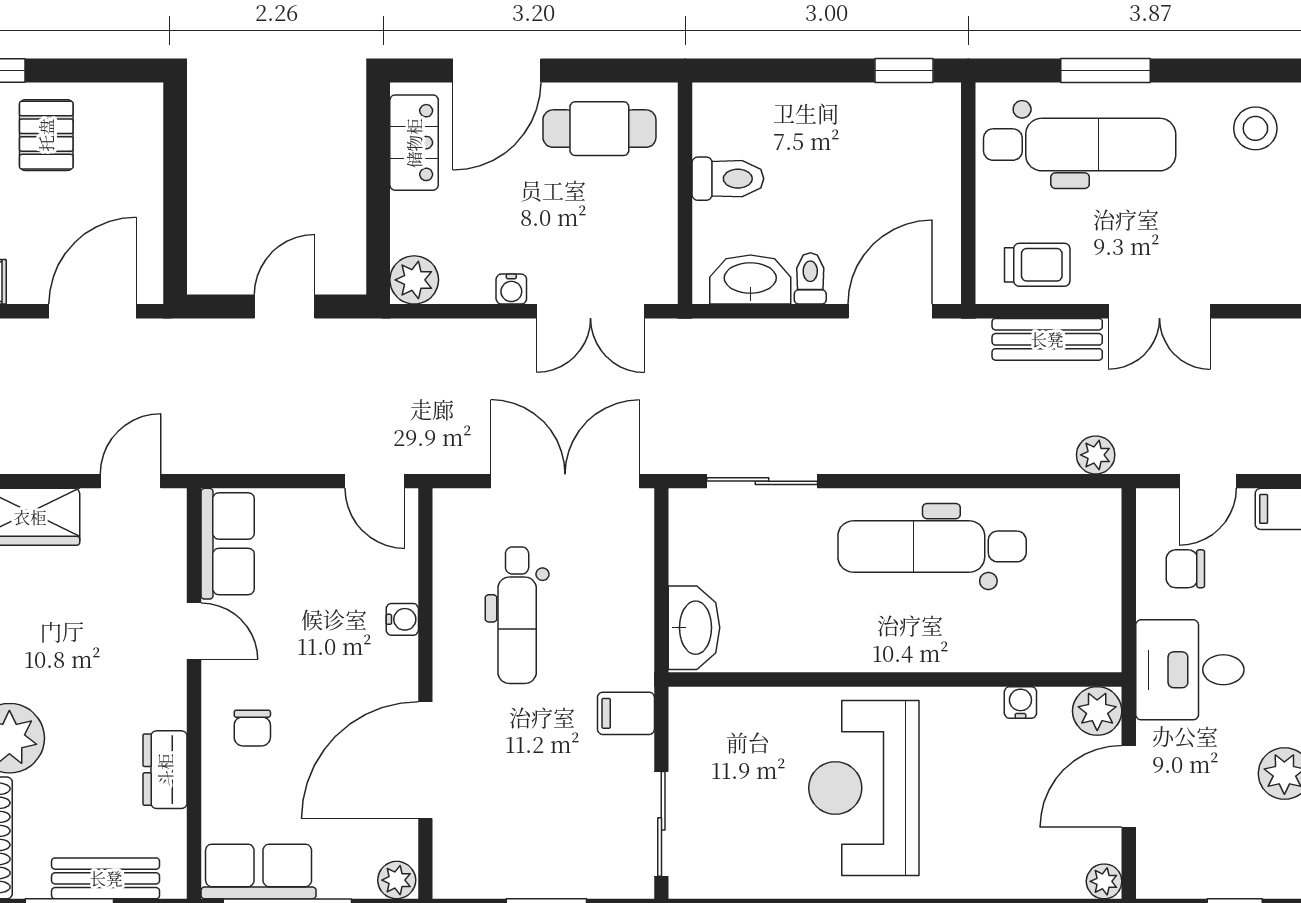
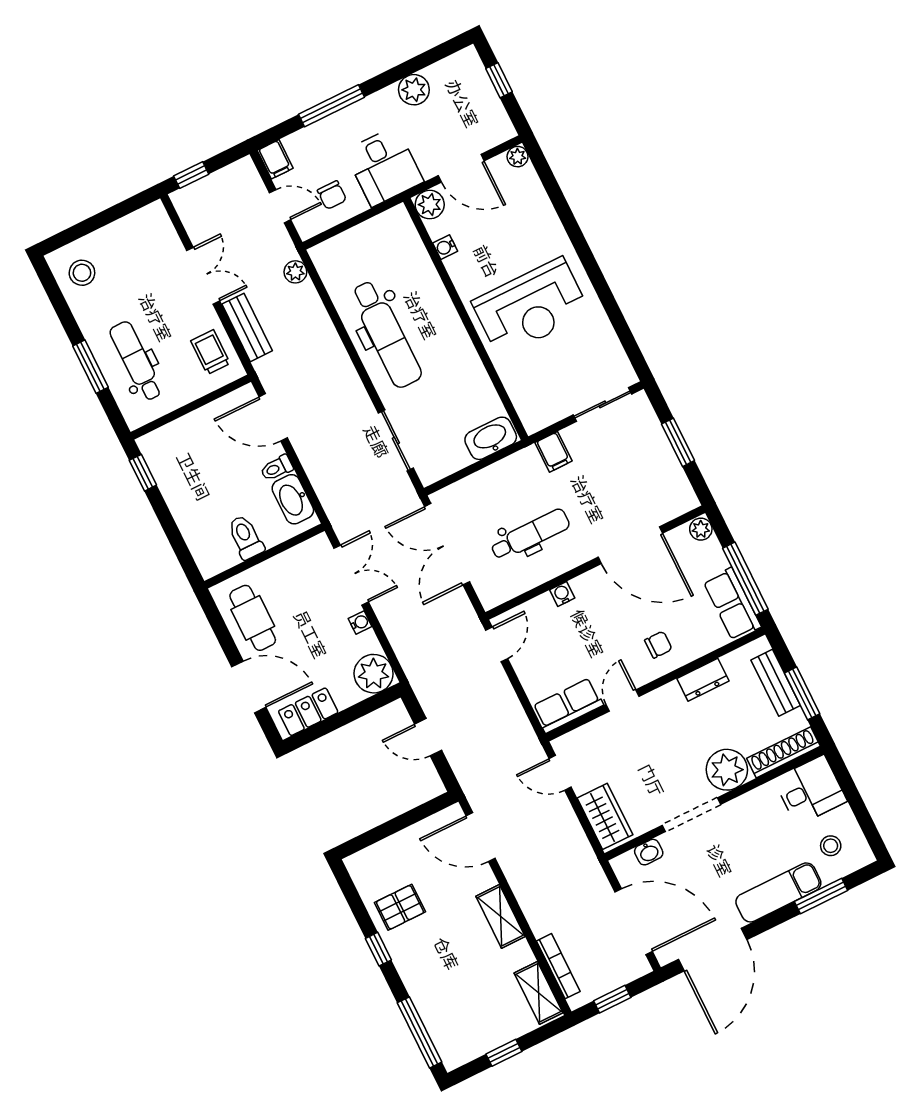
dental chair: (1080, 145) -> (136, 361), width x0.73, depth x0.72
plant: (414, 280) -> (374, 674), width x1.36, depth x1.36

